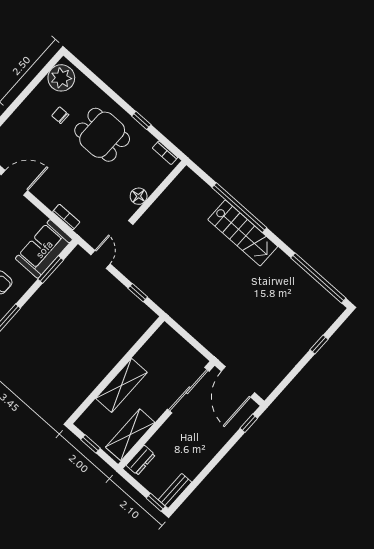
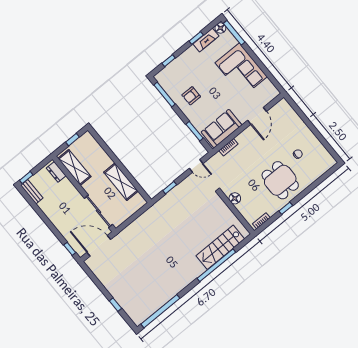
plant: (61, 78) -> (323, 159), removed
dining table: (102, 135) -> (280, 180), turned 90
stairs: (243, 233) -> (220, 247), moved
sofa: (44, 249) -> (222, 129), moved, turned -90
shelving: (121, 385) -> (121, 182), moved

